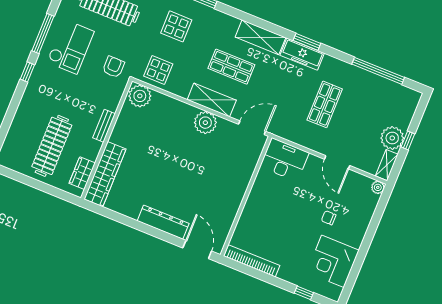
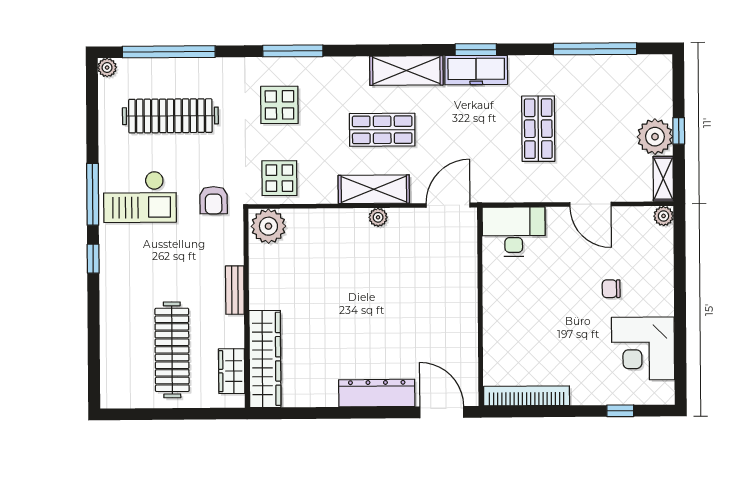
checkout: (70, 47) -> (140, 197), turned 90
armchair: (114, 67) -> (214, 200), turned 180
plant: (205, 123) -> (378, 217), width x0.53, depth x0.53

